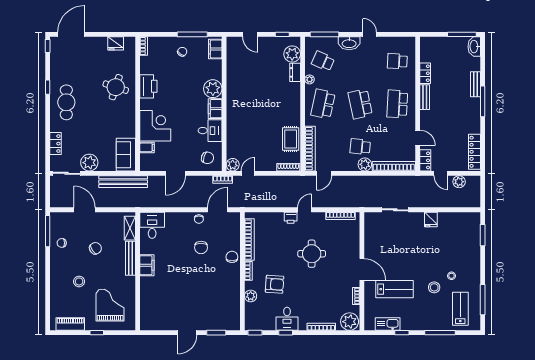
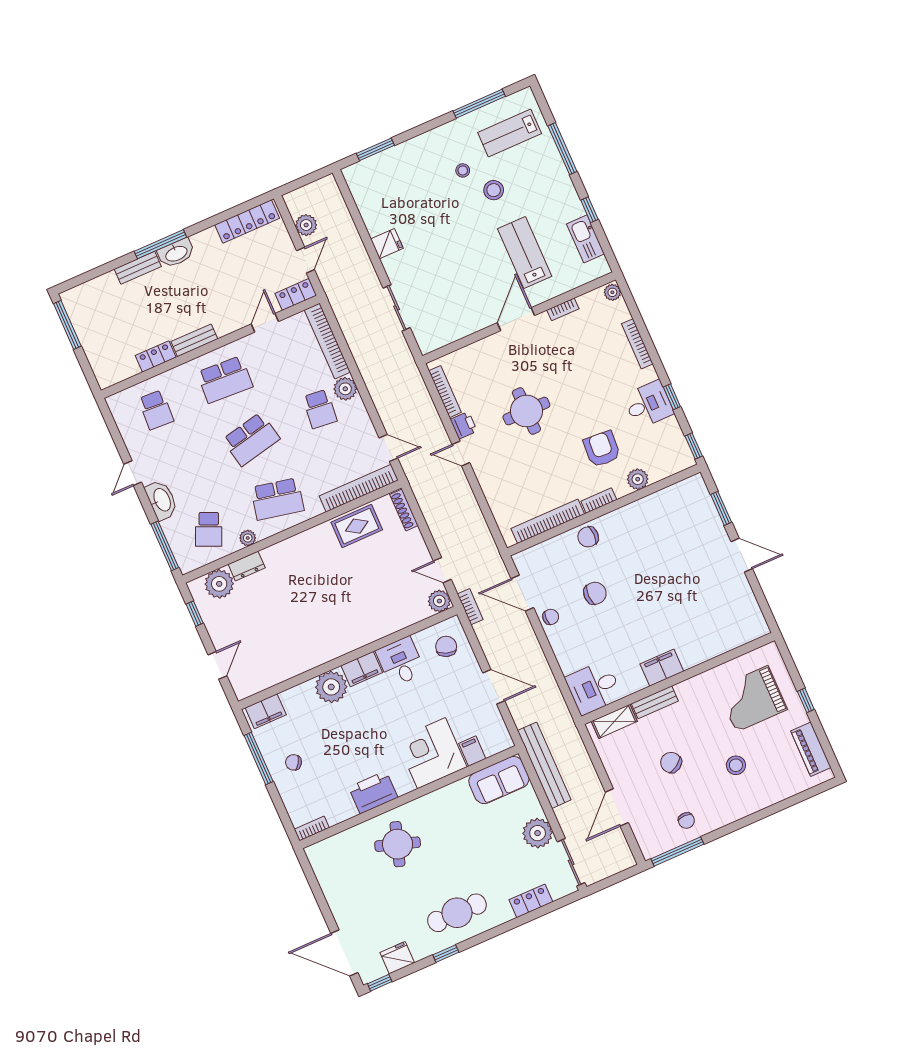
fridge: (116, 43) -> (397, 958), moved, turned -90
washbasin: (474, 47) -> (176, 253), moved
printer: (291, 218) -> (464, 425), moved
bench: (131, 258) -> (655, 702), width x0.73
plant: (350, 322) -> (612, 292), width x0.53, depth x0.53

